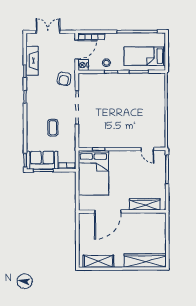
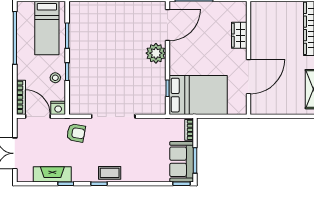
coffee table: (53, 128) -> (110, 173), moved
plant: (126, 140) -> (156, 53), added
door: (147, 149) -> (167, 25), width x1.87
wardrobe: (145, 204) -> (239, 35), width x0.67
door: (108, 212) -> (249, 77), hinge flipped

